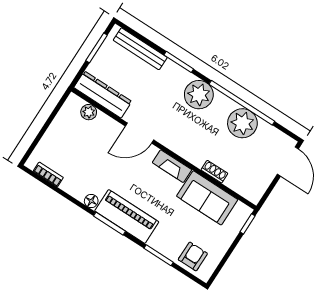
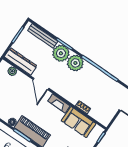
plant: (242, 123) -> (61, 53), moved
door: (139, 133) -> (41, 84), hinge flipped

